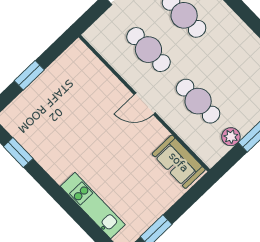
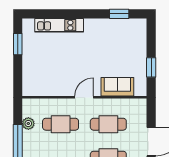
window: (29, 75) -> (151, 67), moved
sofa: (179, 162) -> (117, 87), moved

